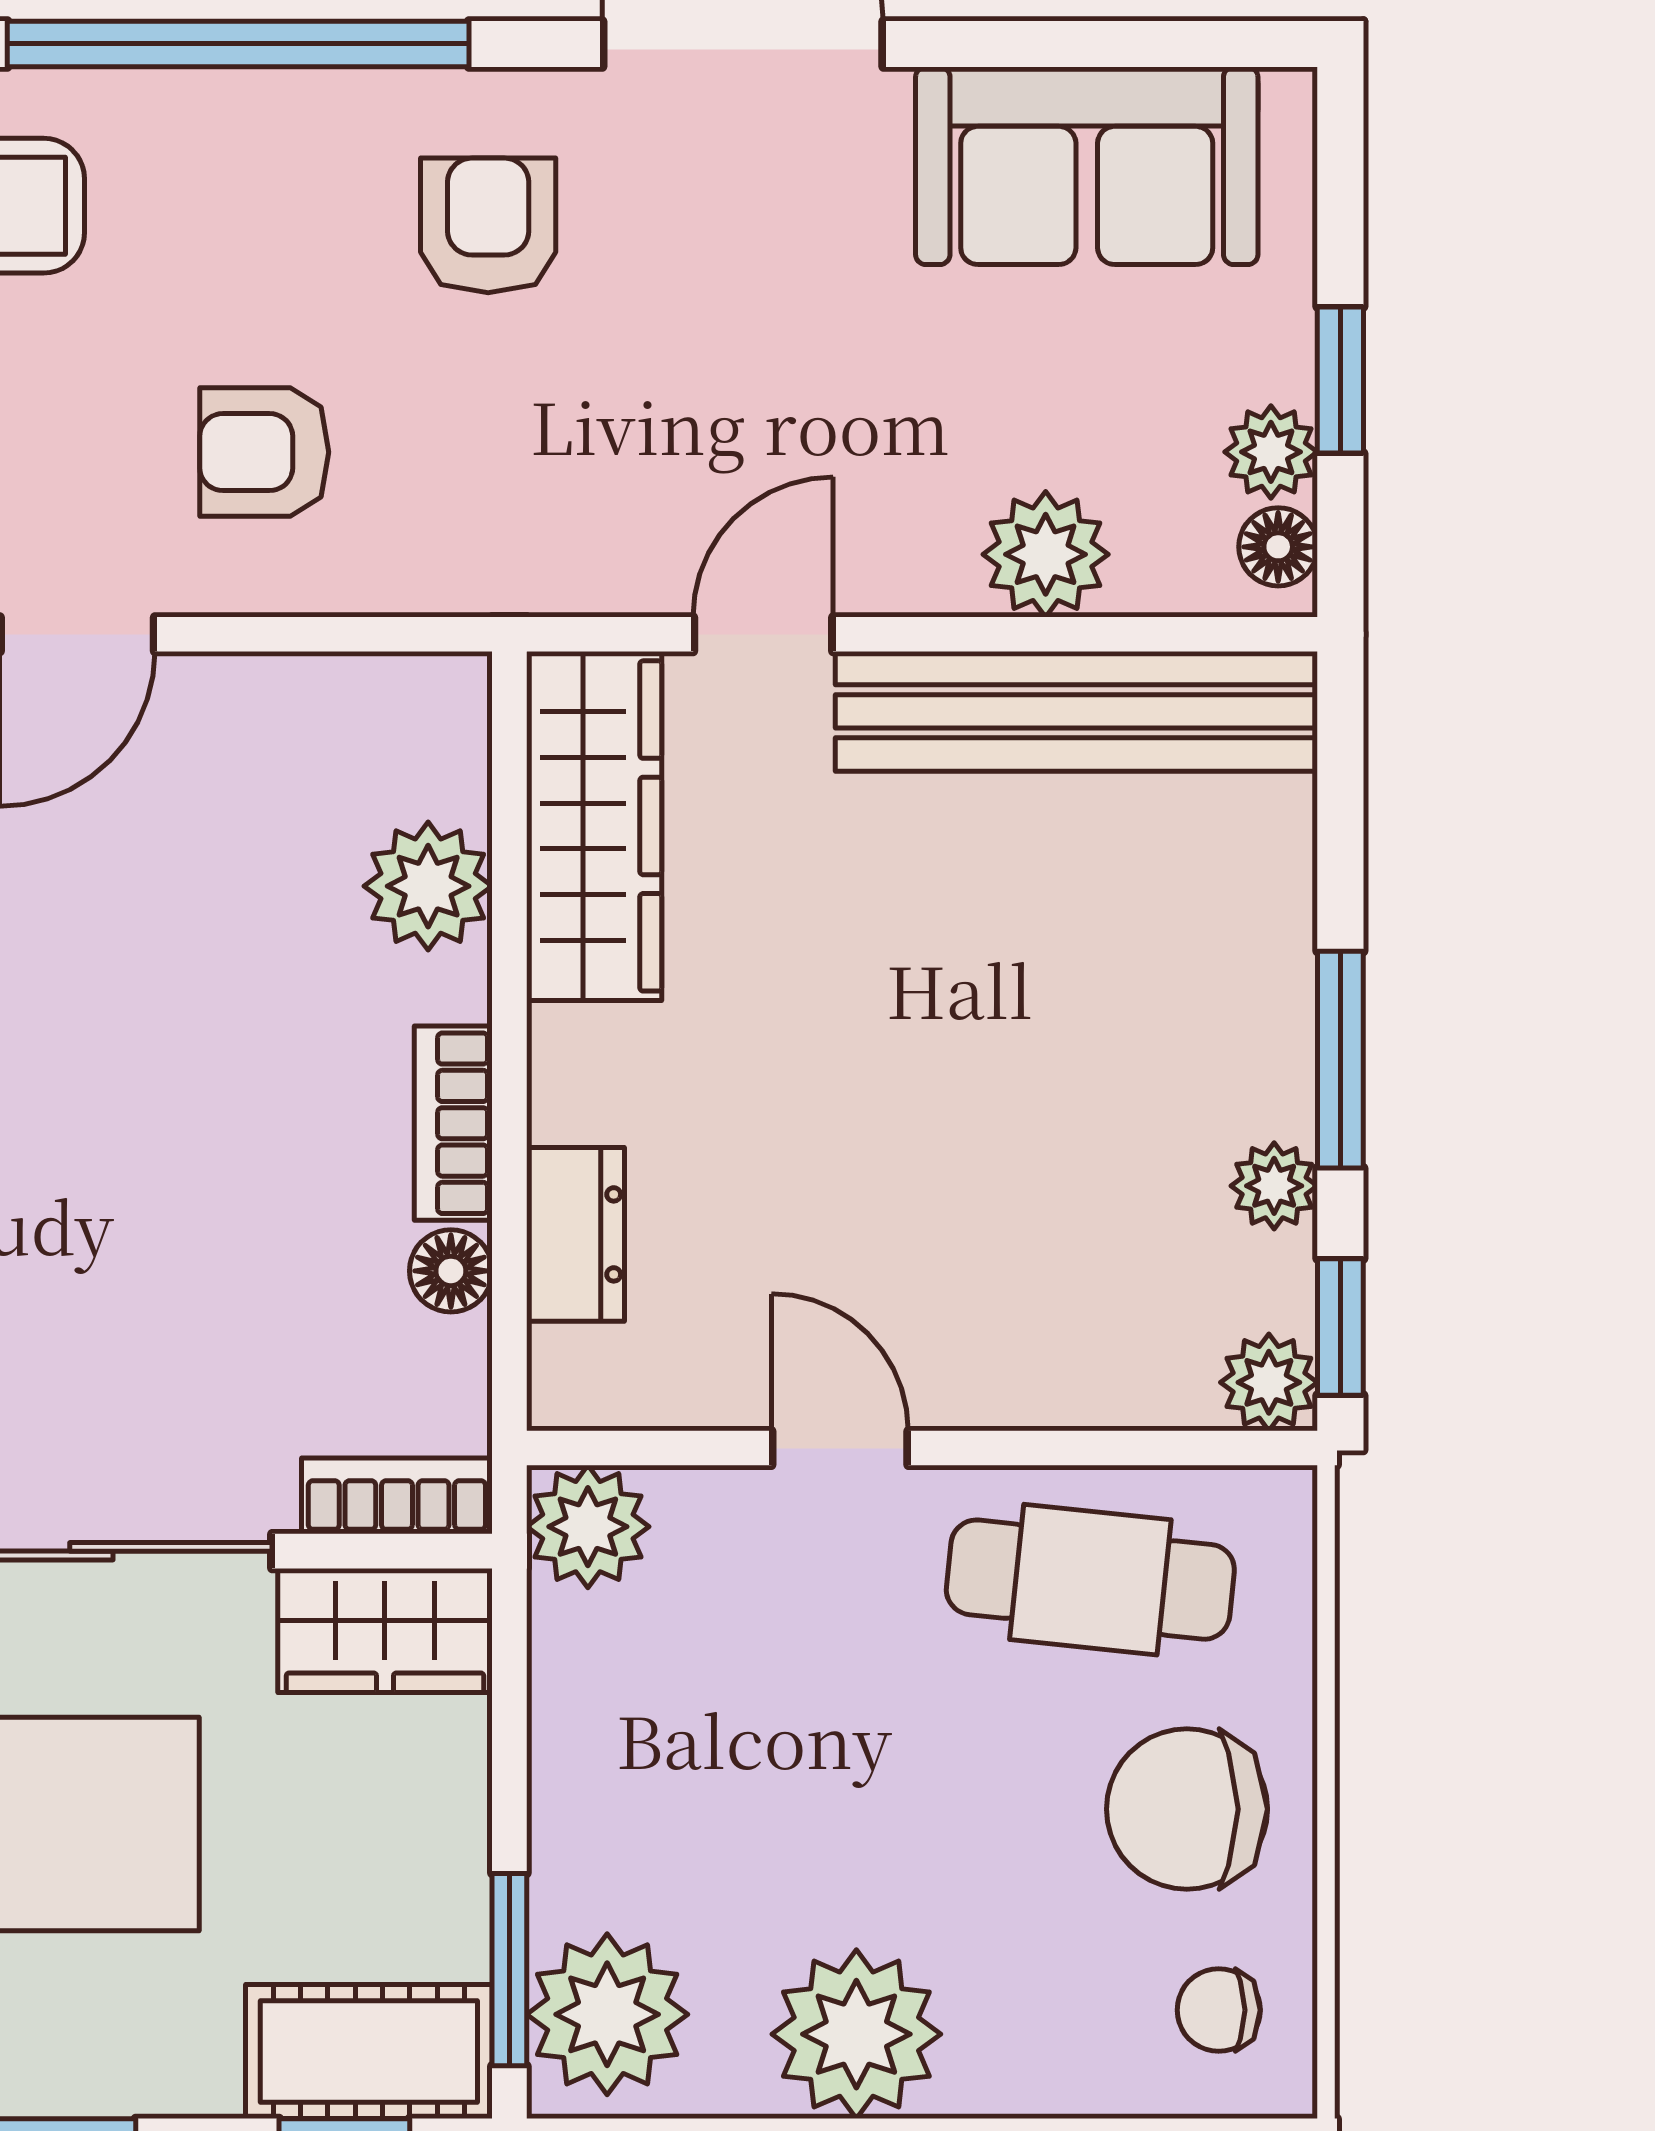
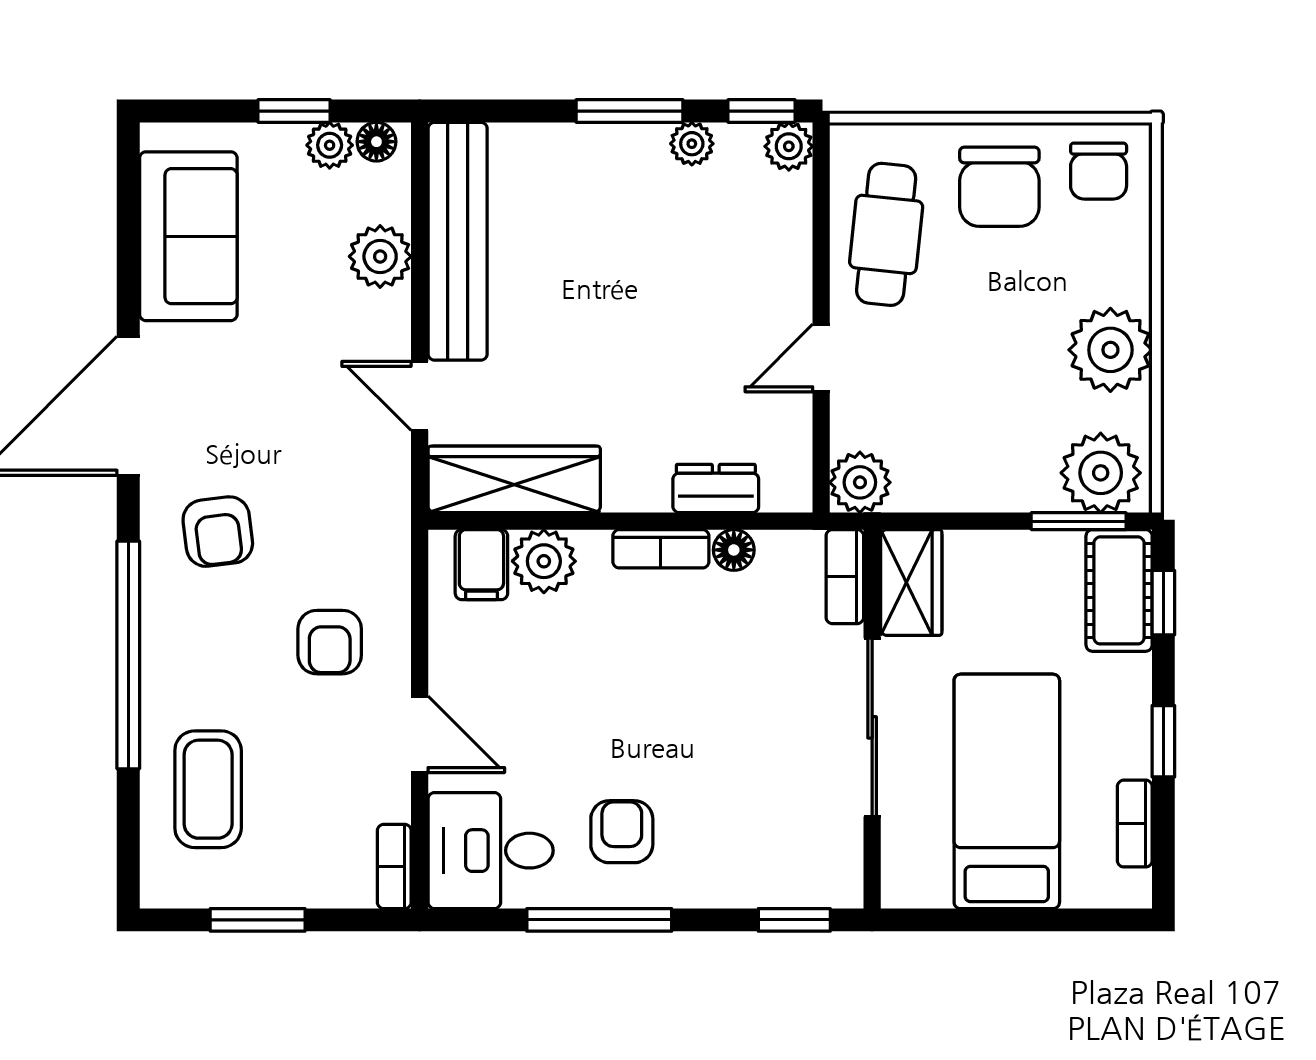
armchair: (488, 225) -> (218, 532), turned -97
filing cabinet: (421, 760) -> (481, 565), added
chair: (1219, 2010) -> (1099, 171), width x1.37, depth x1.37

